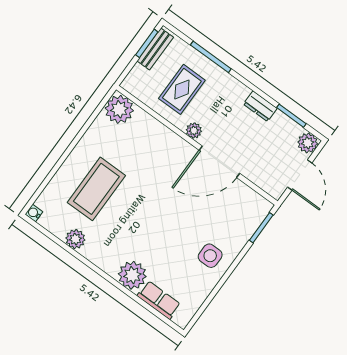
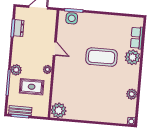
dresser: (260, 106) -> (19, 28), moved
plant: (308, 143) -> (16, 70), moved
door: (219, 162) -> (55, 49), width x0.53
coffee table: (96, 189) -> (102, 57), moved
side table: (210, 256) -> (72, 18), moved

